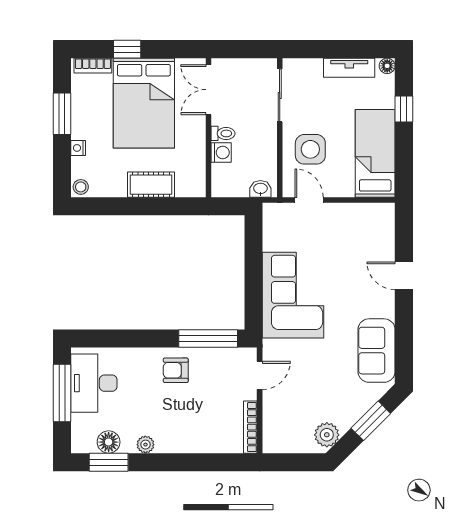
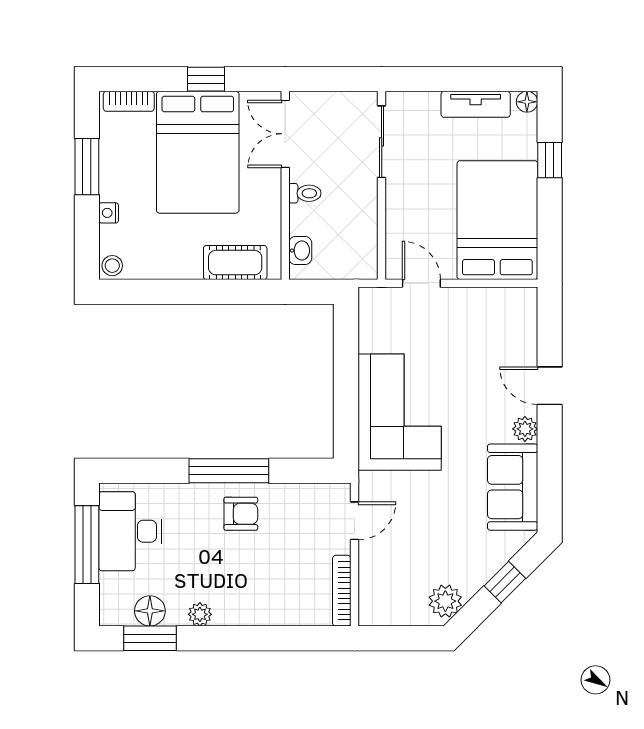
window: (127, 49) -> (206, 79), moved
side table: (310, 149) -> (423, 215), removed
washing machine: (221, 152) -> (302, 219), removed
bed: (375, 153) -> (497, 220), width x1.50
cot: (151, 185) -> (235, 263), moved
washbasin: (260, 189) -> (300, 251), moved, turned 90
plant: (386, 308) -> (525, 429), added
window: (208, 338) -> (229, 471), moved
armchair: (176, 370) -> (241, 514), turned 180
window: (371, 421) -> (505, 582), width x0.67

